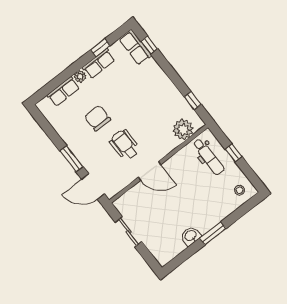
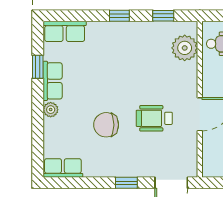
window: (149, 45) -> (119, 16), moved
row of seats: (63, 91) -> (63, 168), moved, turned -90
window: (71, 159) -> (126, 183), width x0.67

